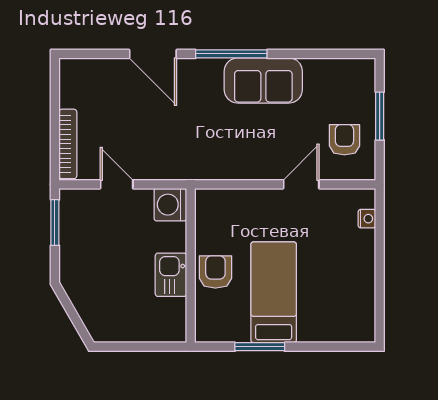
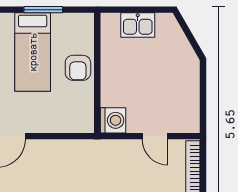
window: (55, 223) -> (203, 106), removed
kitchen sink: (171, 275) -> (138, 25), moved, turned 90

